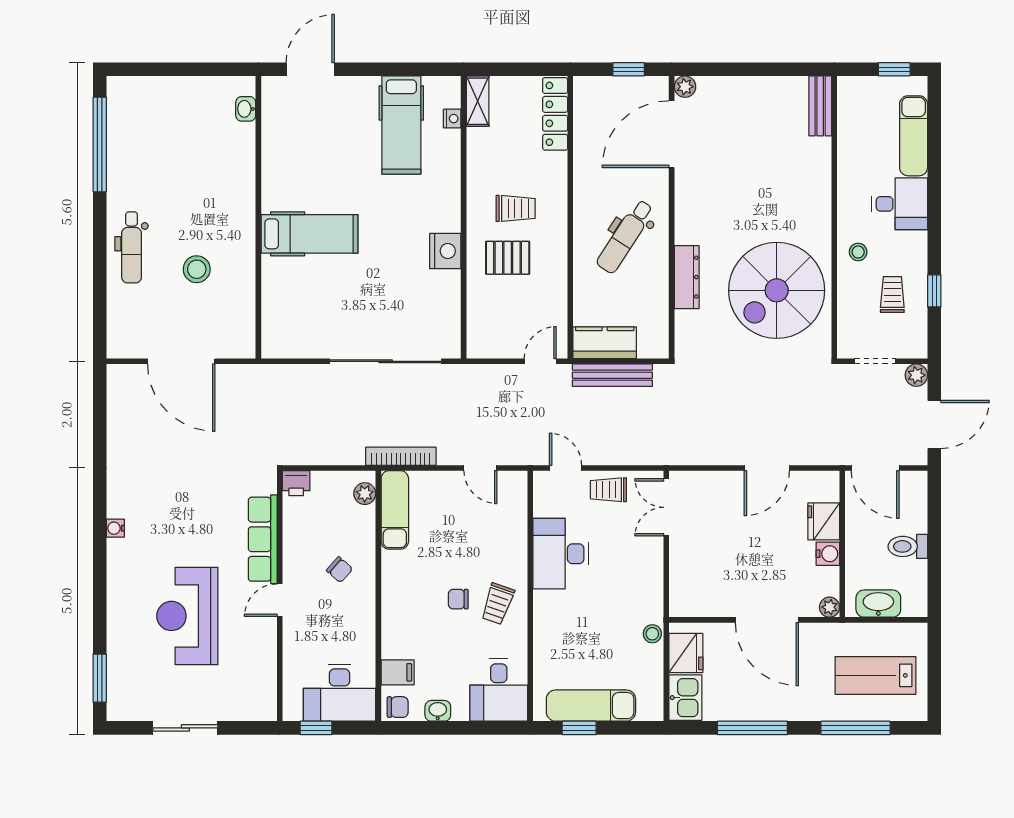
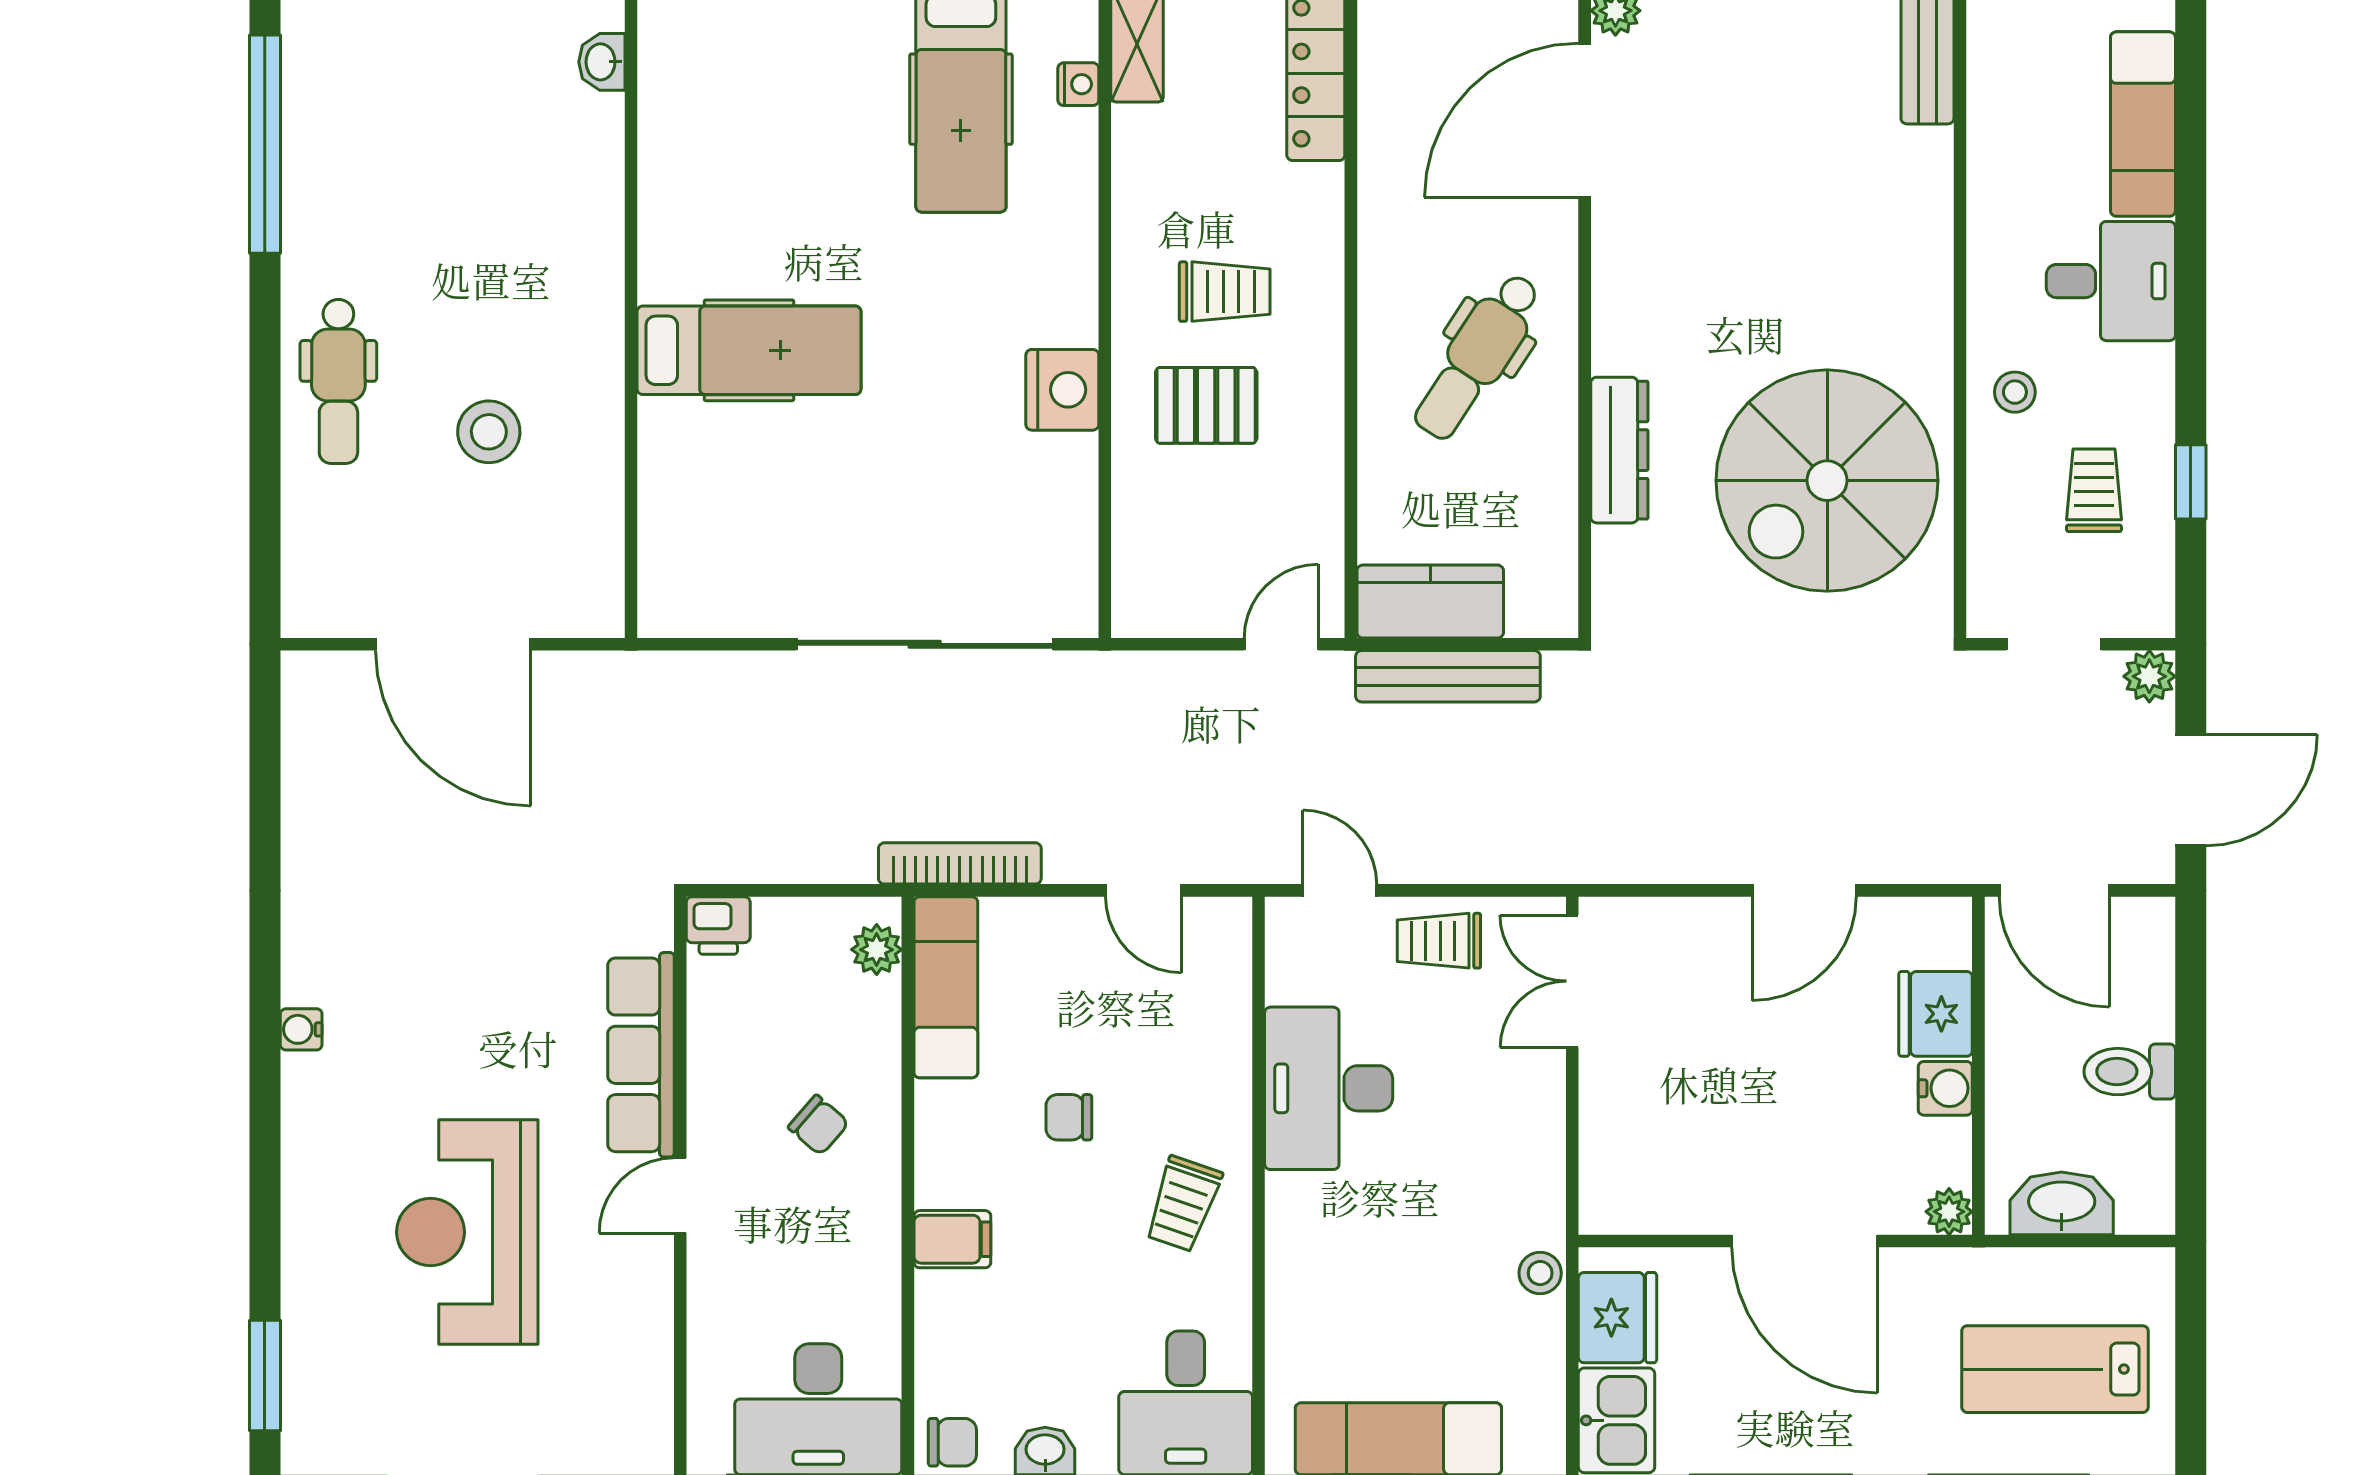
chair: (458, 599) -> (1069, 1117), moved
filing cabinet: (398, 672) -> (952, 1239), moved

